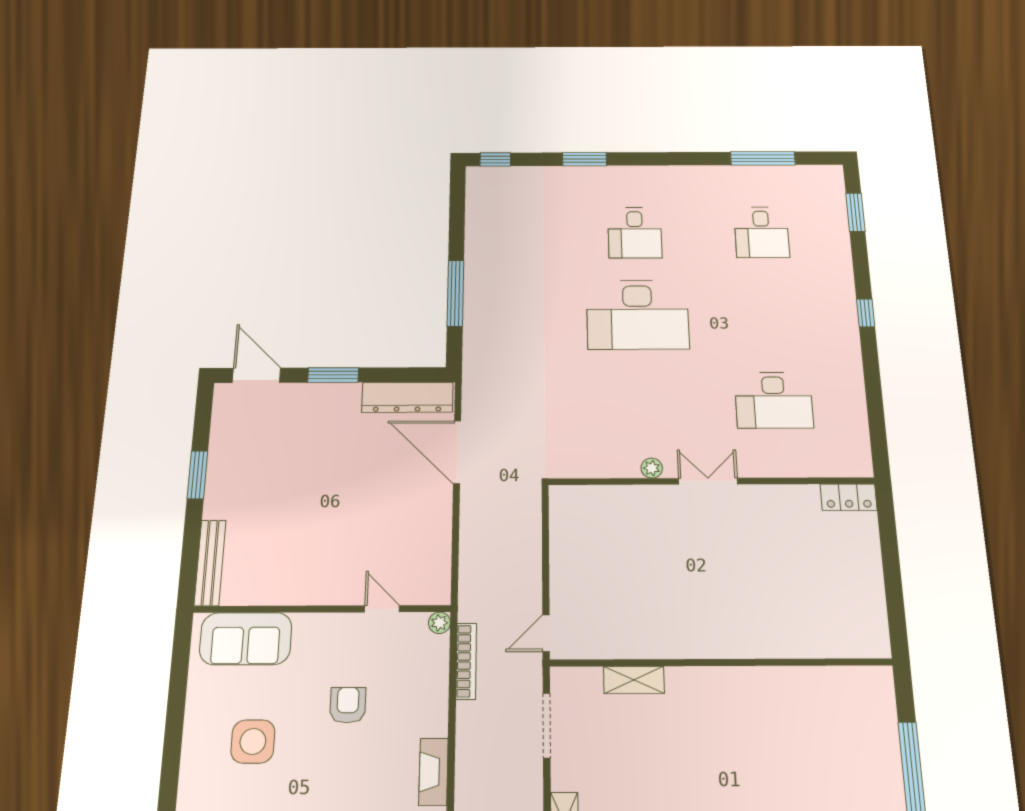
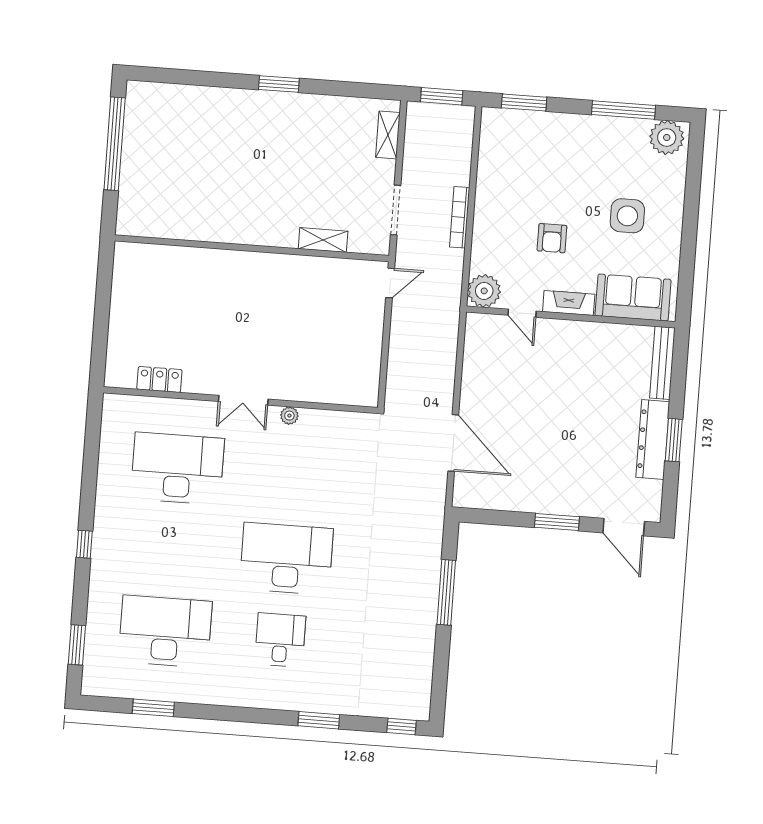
window: (763, 158) -> (153, 708), width x0.69
desk: (762, 232) -> (165, 631), width x1.87, depth x1.30
dresser: (407, 397) -> (653, 439), moved, turned -90
desk: (774, 400) -> (177, 468), width x1.36, depth x1.30
locker: (849, 497) -> (159, 380), moved
plant: (439, 623) -> (484, 291), width x1.87, depth x1.87
bookcase: (466, 661) -> (460, 217), moved
fireplace: (433, 772) -> (569, 303), moved, turned -90

